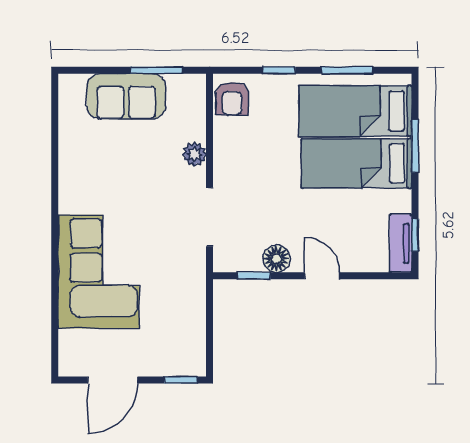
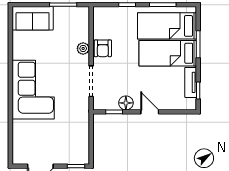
sofa: (126, 96) -> (33, 18), moved
armchair: (232, 99) -> (103, 48), moved
tv unit: (401, 243) -> (191, 82), moved
corner sofa: (99, 272) -> (33, 90), moved

